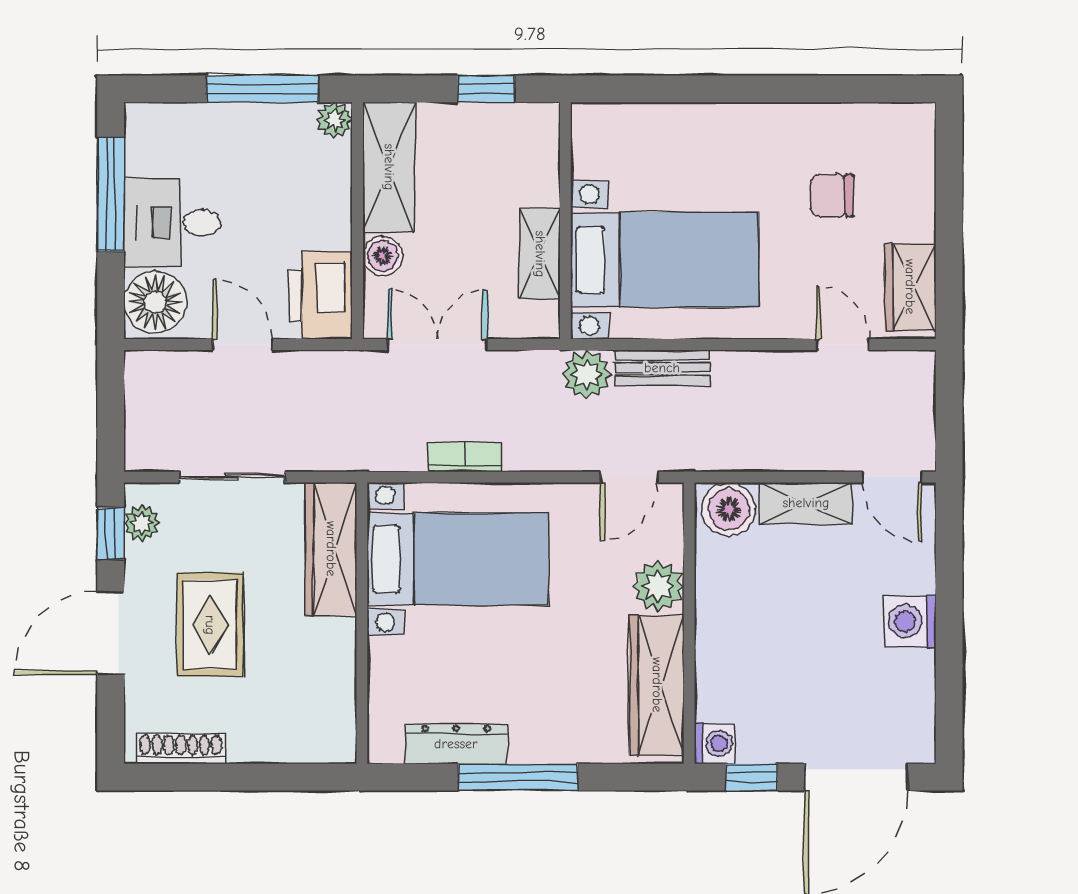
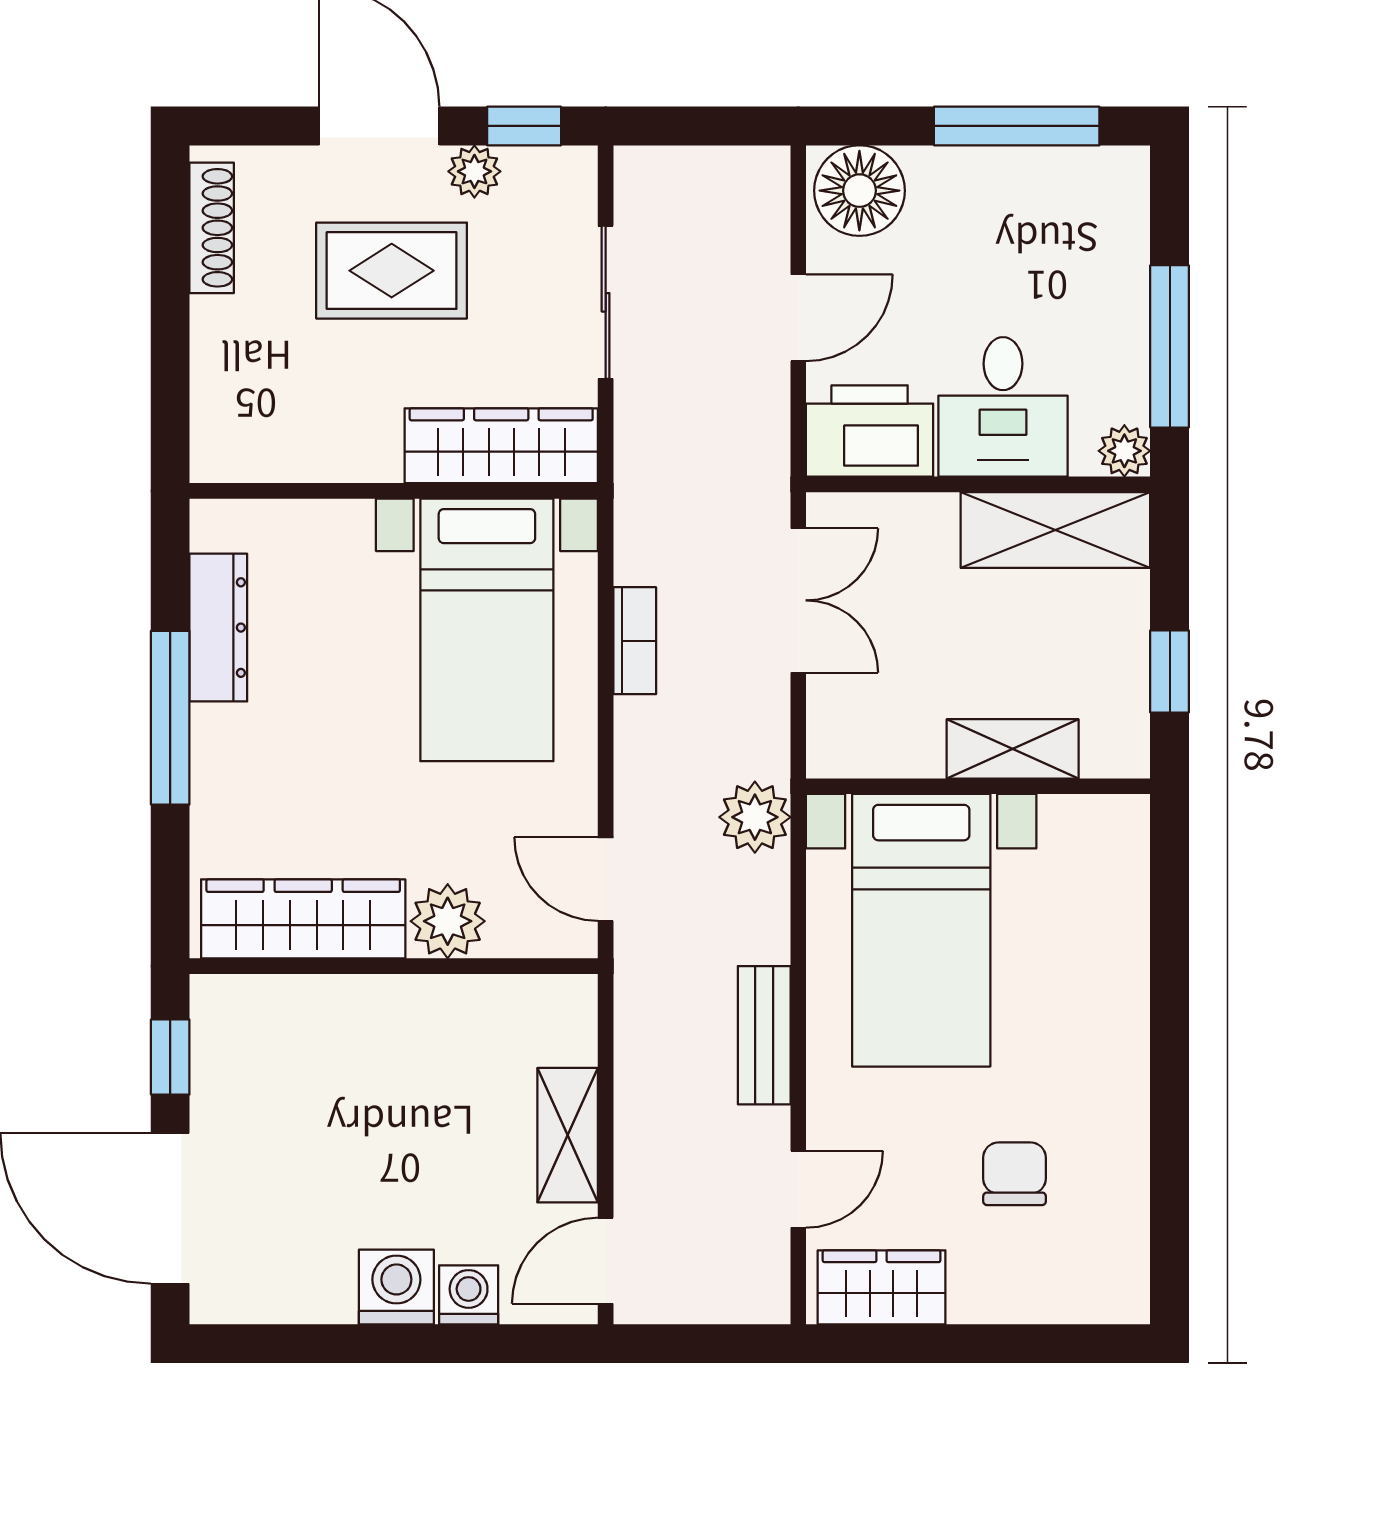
desk: (172, 223) -> (1003, 407), moved, turned 180
shelving: (540, 254) -> (1013, 749), moved
boiler: (382, 256) -> (927, 521), removed
bench: (662, 368) -> (764, 1035), moved
boiler: (729, 509) -> (559, 1024), removed
plant: (142, 523) -> (474, 171), moved
washing machine: (715, 743) -> (469, 1295), moved, turned 180

